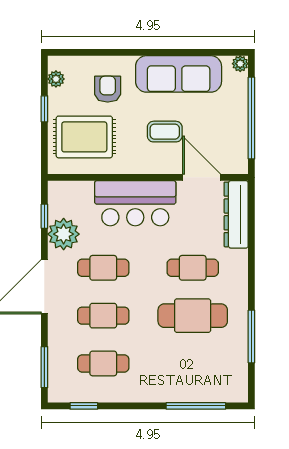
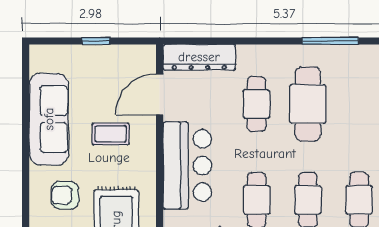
plant: (240, 64) -> (38, 53), removed
window: (251, 118) -> (96, 41), width x0.32
coffee table: (165, 132) -> (111, 134), turned 90

